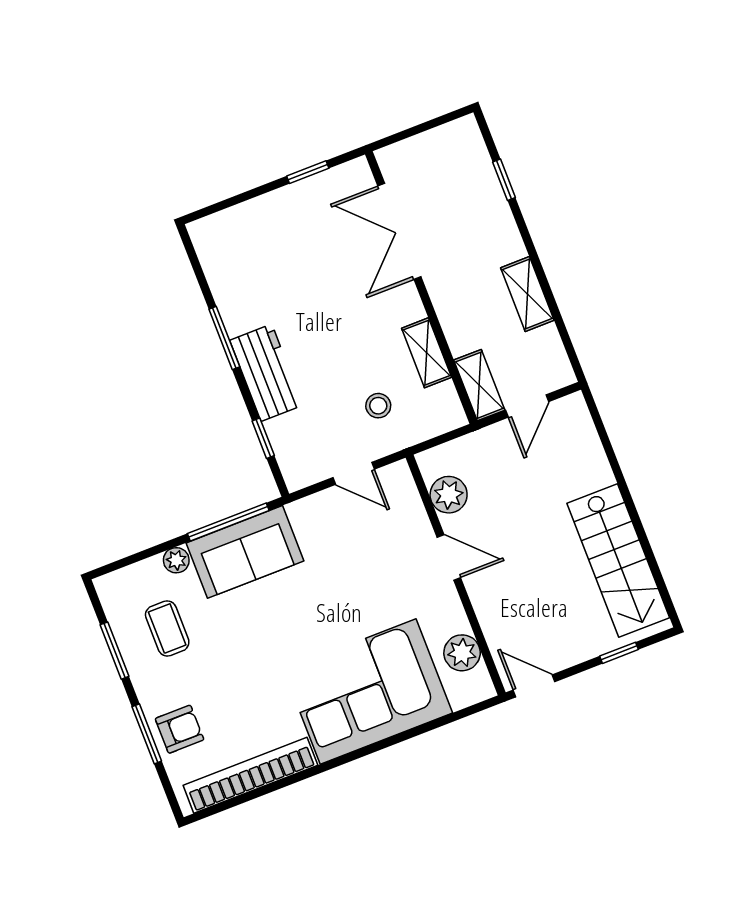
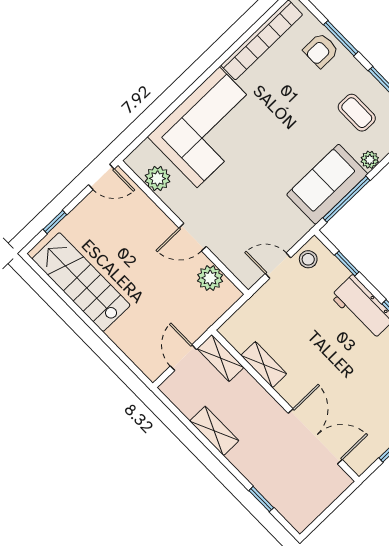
stool: (378, 406) -> (308, 259), moved

